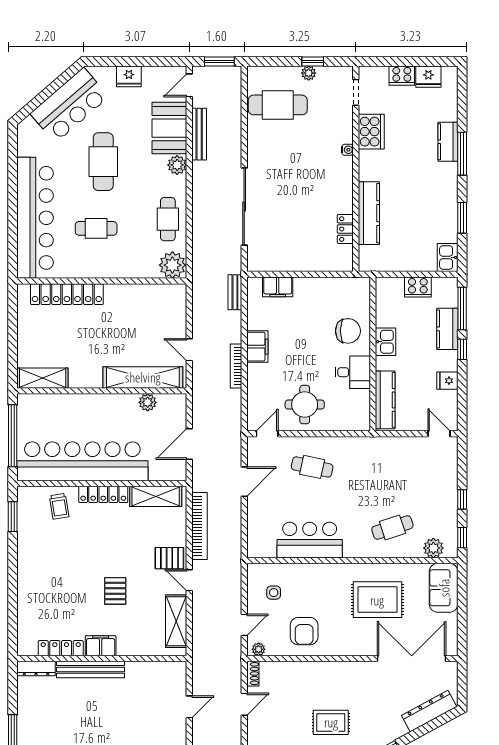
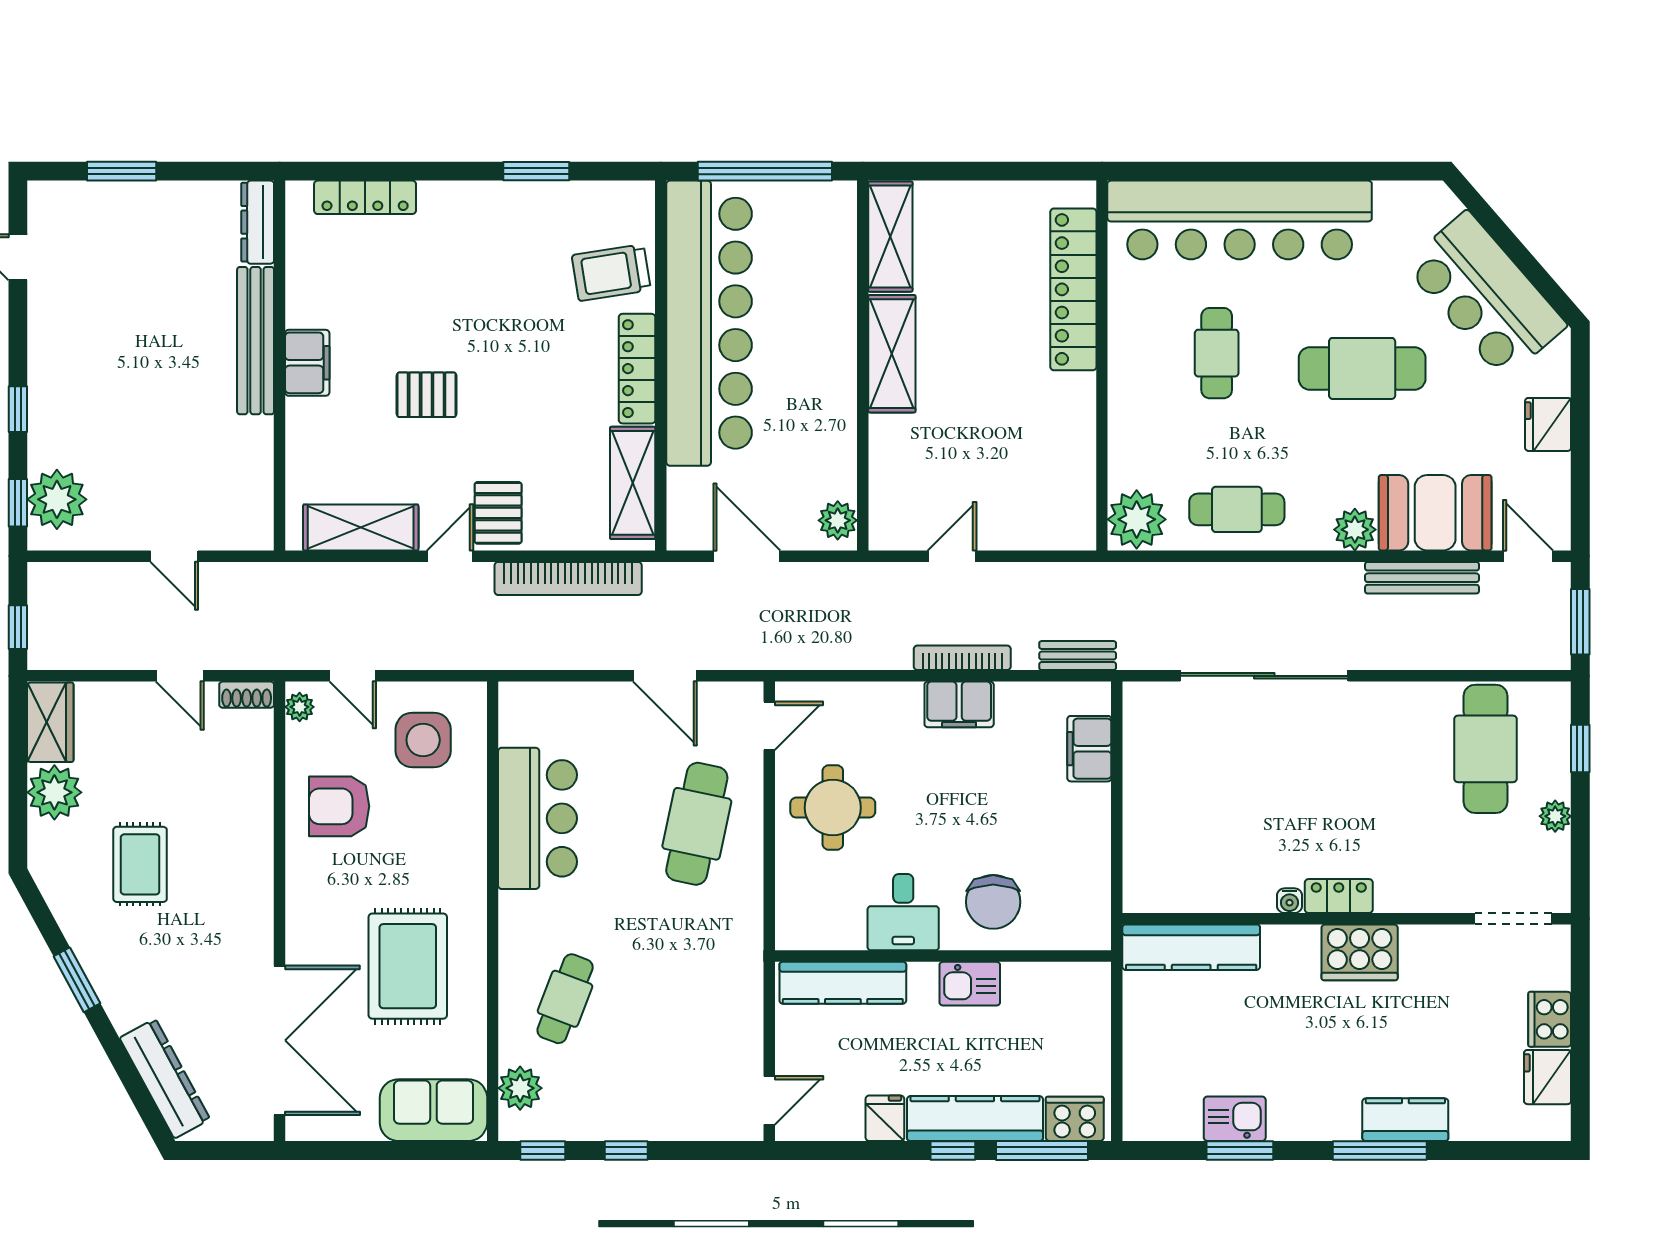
window: (313, 61) -> (1580, 748), moved
doorway: (356, 92) -> (1513, 919), width x1.38
cooker: (371, 132) -> (1360, 952), moved
water cooler: (347, 150) -> (1290, 901), moved
kitchen counter: (369, 213) -> (1191, 947), moved
locker: (345, 229) -> (1339, 896), moved
kitchen sink: (448, 257) -> (1235, 1119), moved
cooker: (418, 287) -> (1075, 1119), moved, turned 90
kitchen counter: (447, 329) -> (975, 1118), width x1.50
bookcase: (236, 366) -> (962, 658), moved
shelving: (143, 377) -> (892, 354), moved, width x0.68
plant: (148, 402) -> (838, 520), moved
door: (267, 434) -> (769, 726), hinge flipped
cafe table: (312, 467) -> (697, 824), width x1.37, depth x1.35
trolley: (59, 506) -> (611, 273), width x1.36, depth x1.39
window: (13, 517) -> (536, 171), moved
cafe table: (392, 527) -> (565, 999), turned 39
side table: (274, 593) -> (423, 740), width x1.87, depth x1.87
locker: (61, 648) -> (365, 197), moved, turned 90

